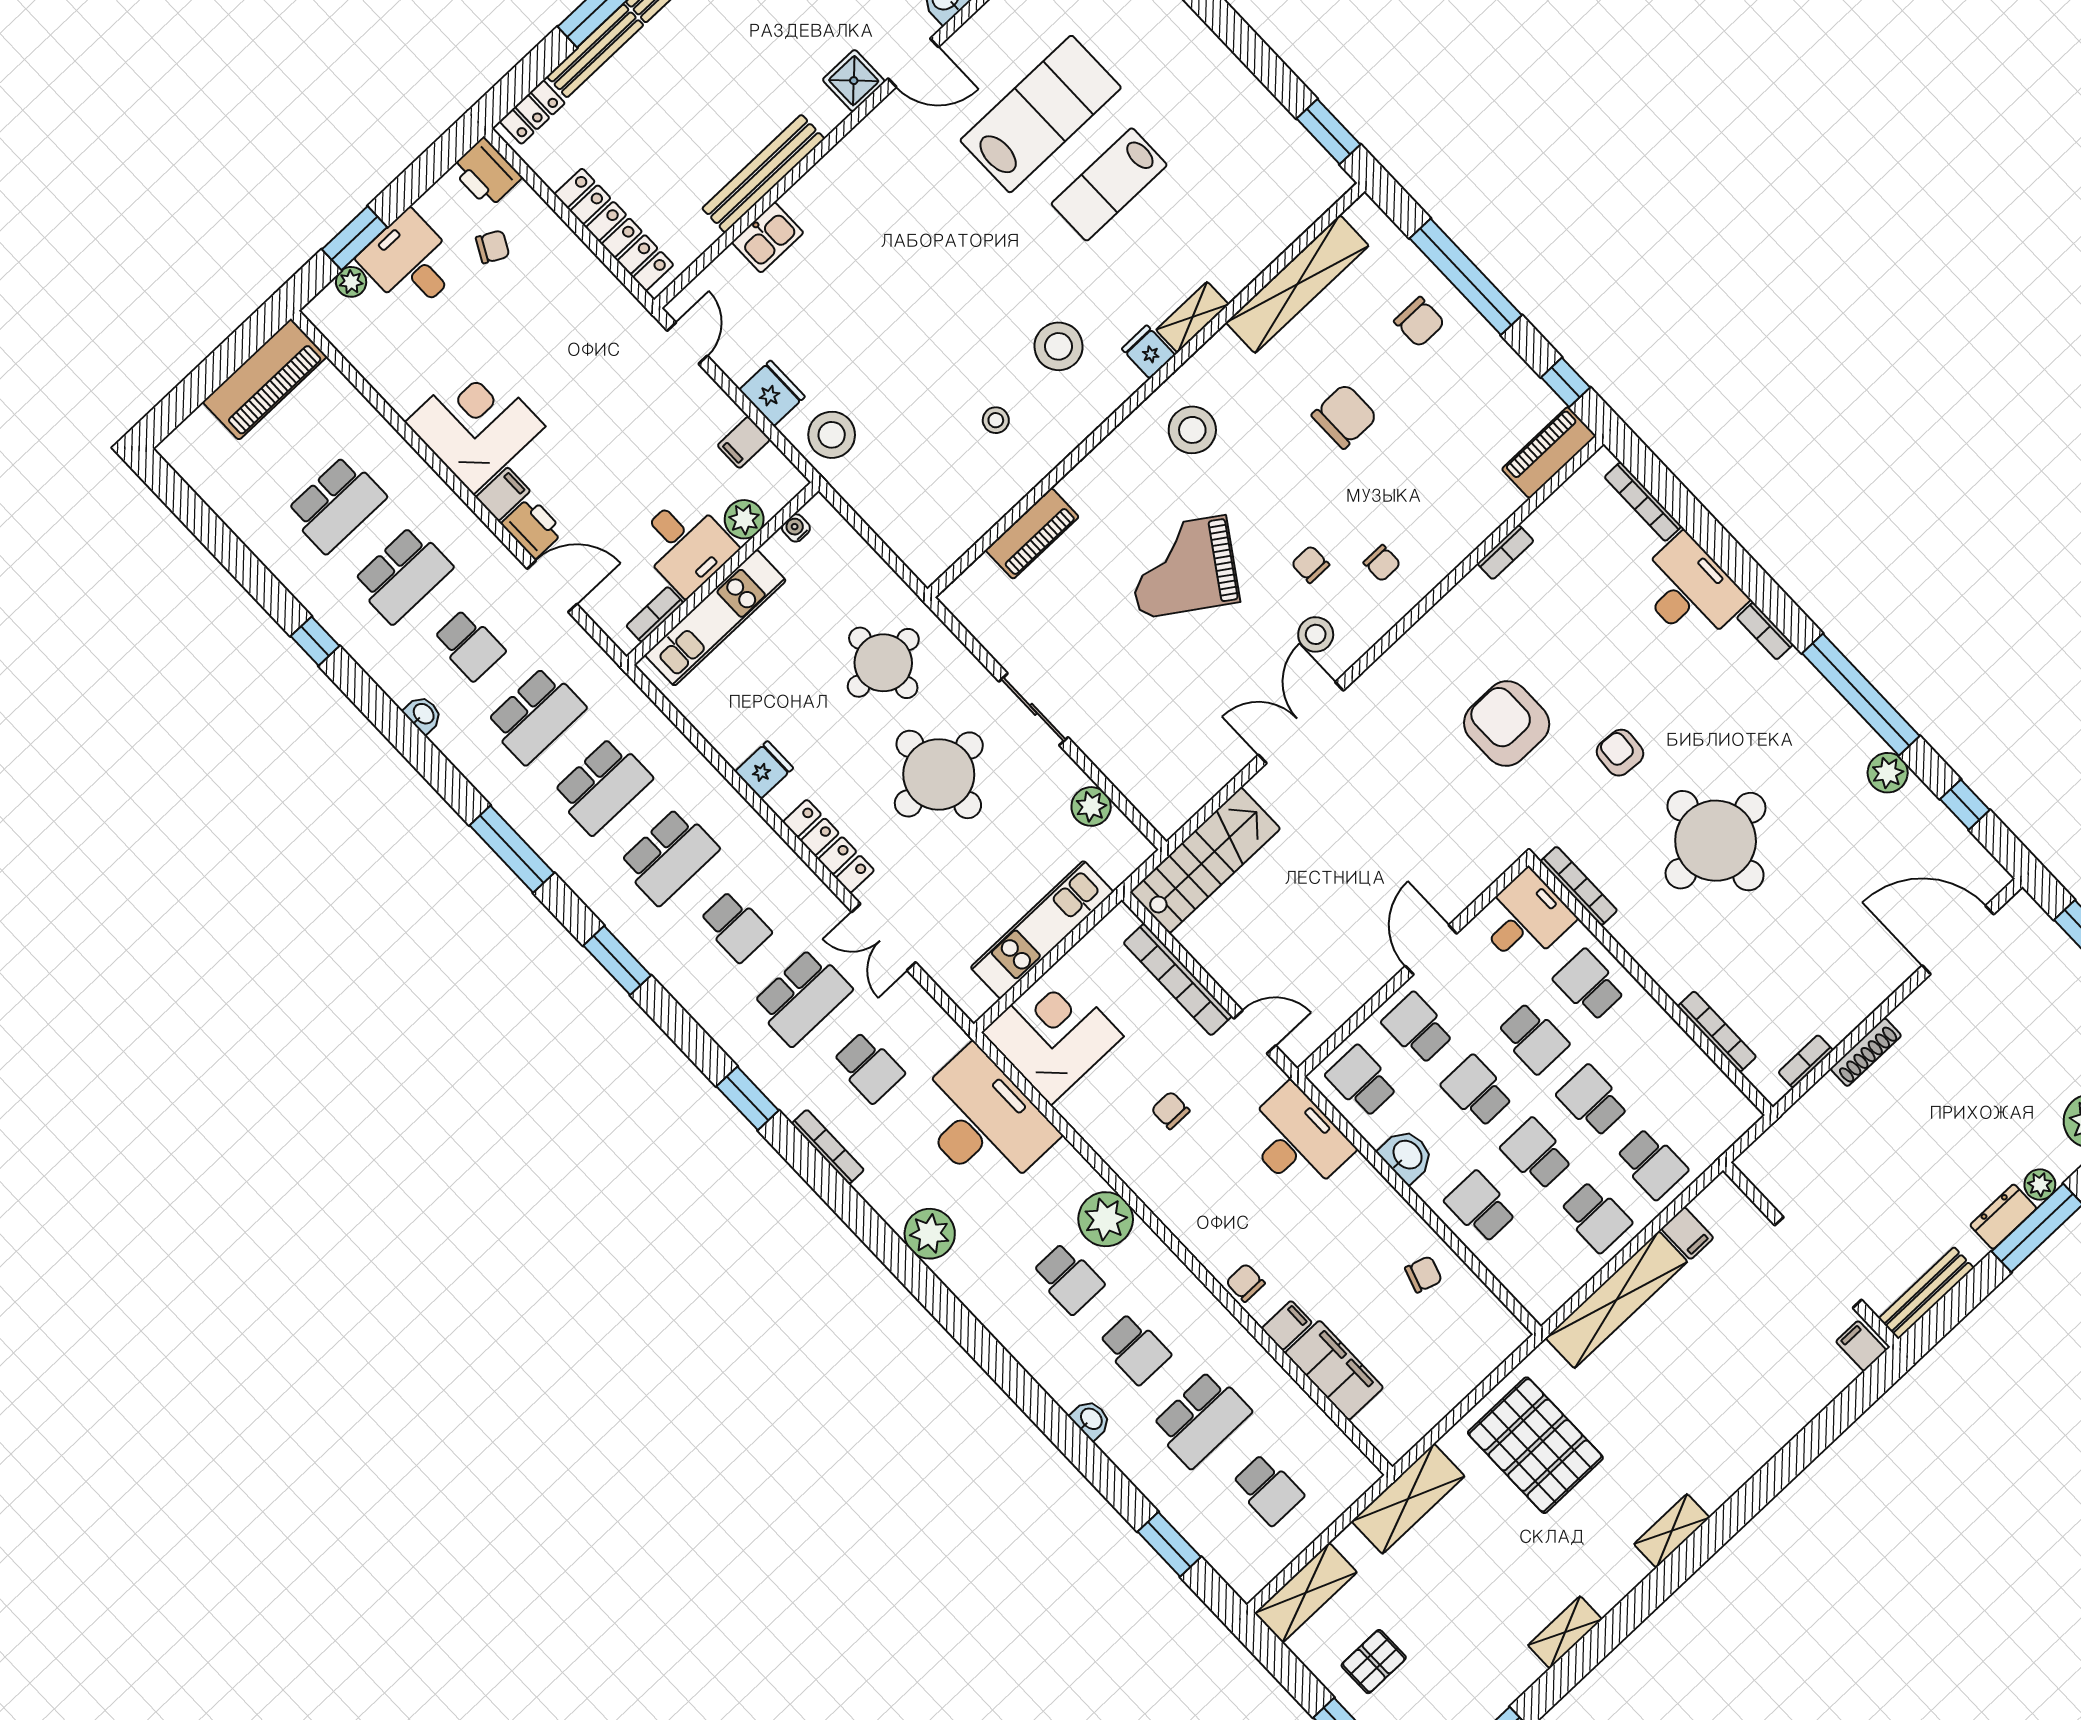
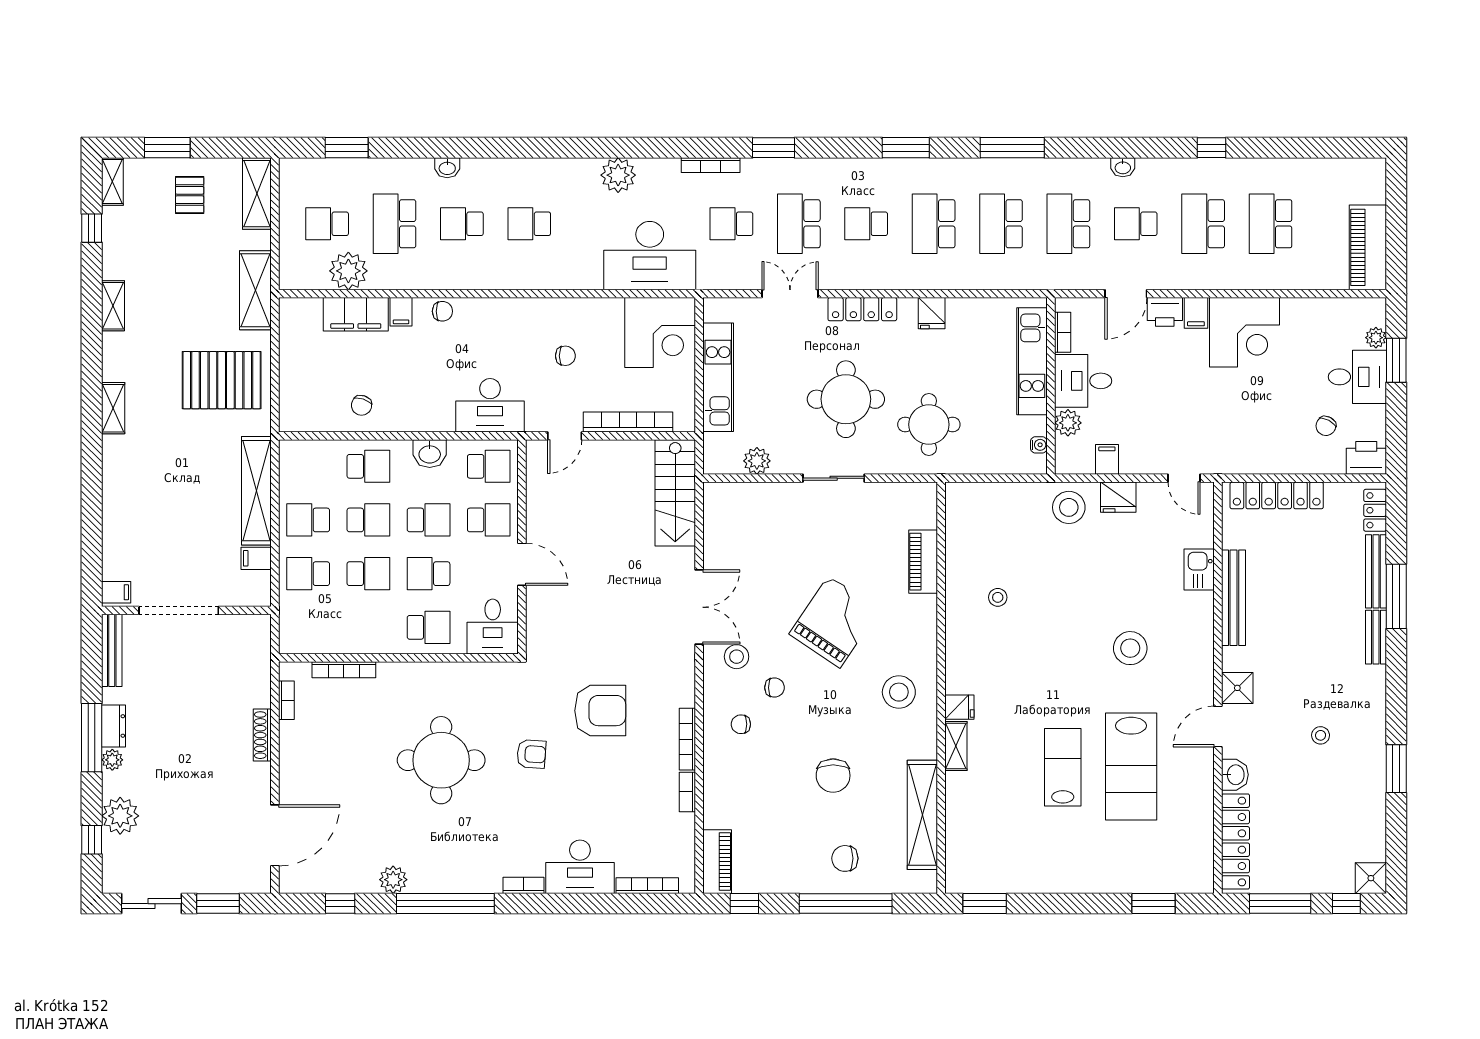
stool: (1059, 346) -> (1130, 648), moved
bookcase: (1579, 886) -> (687, 739), moved, turned 90
plant: (1106, 1219) -> (348, 271), moved

